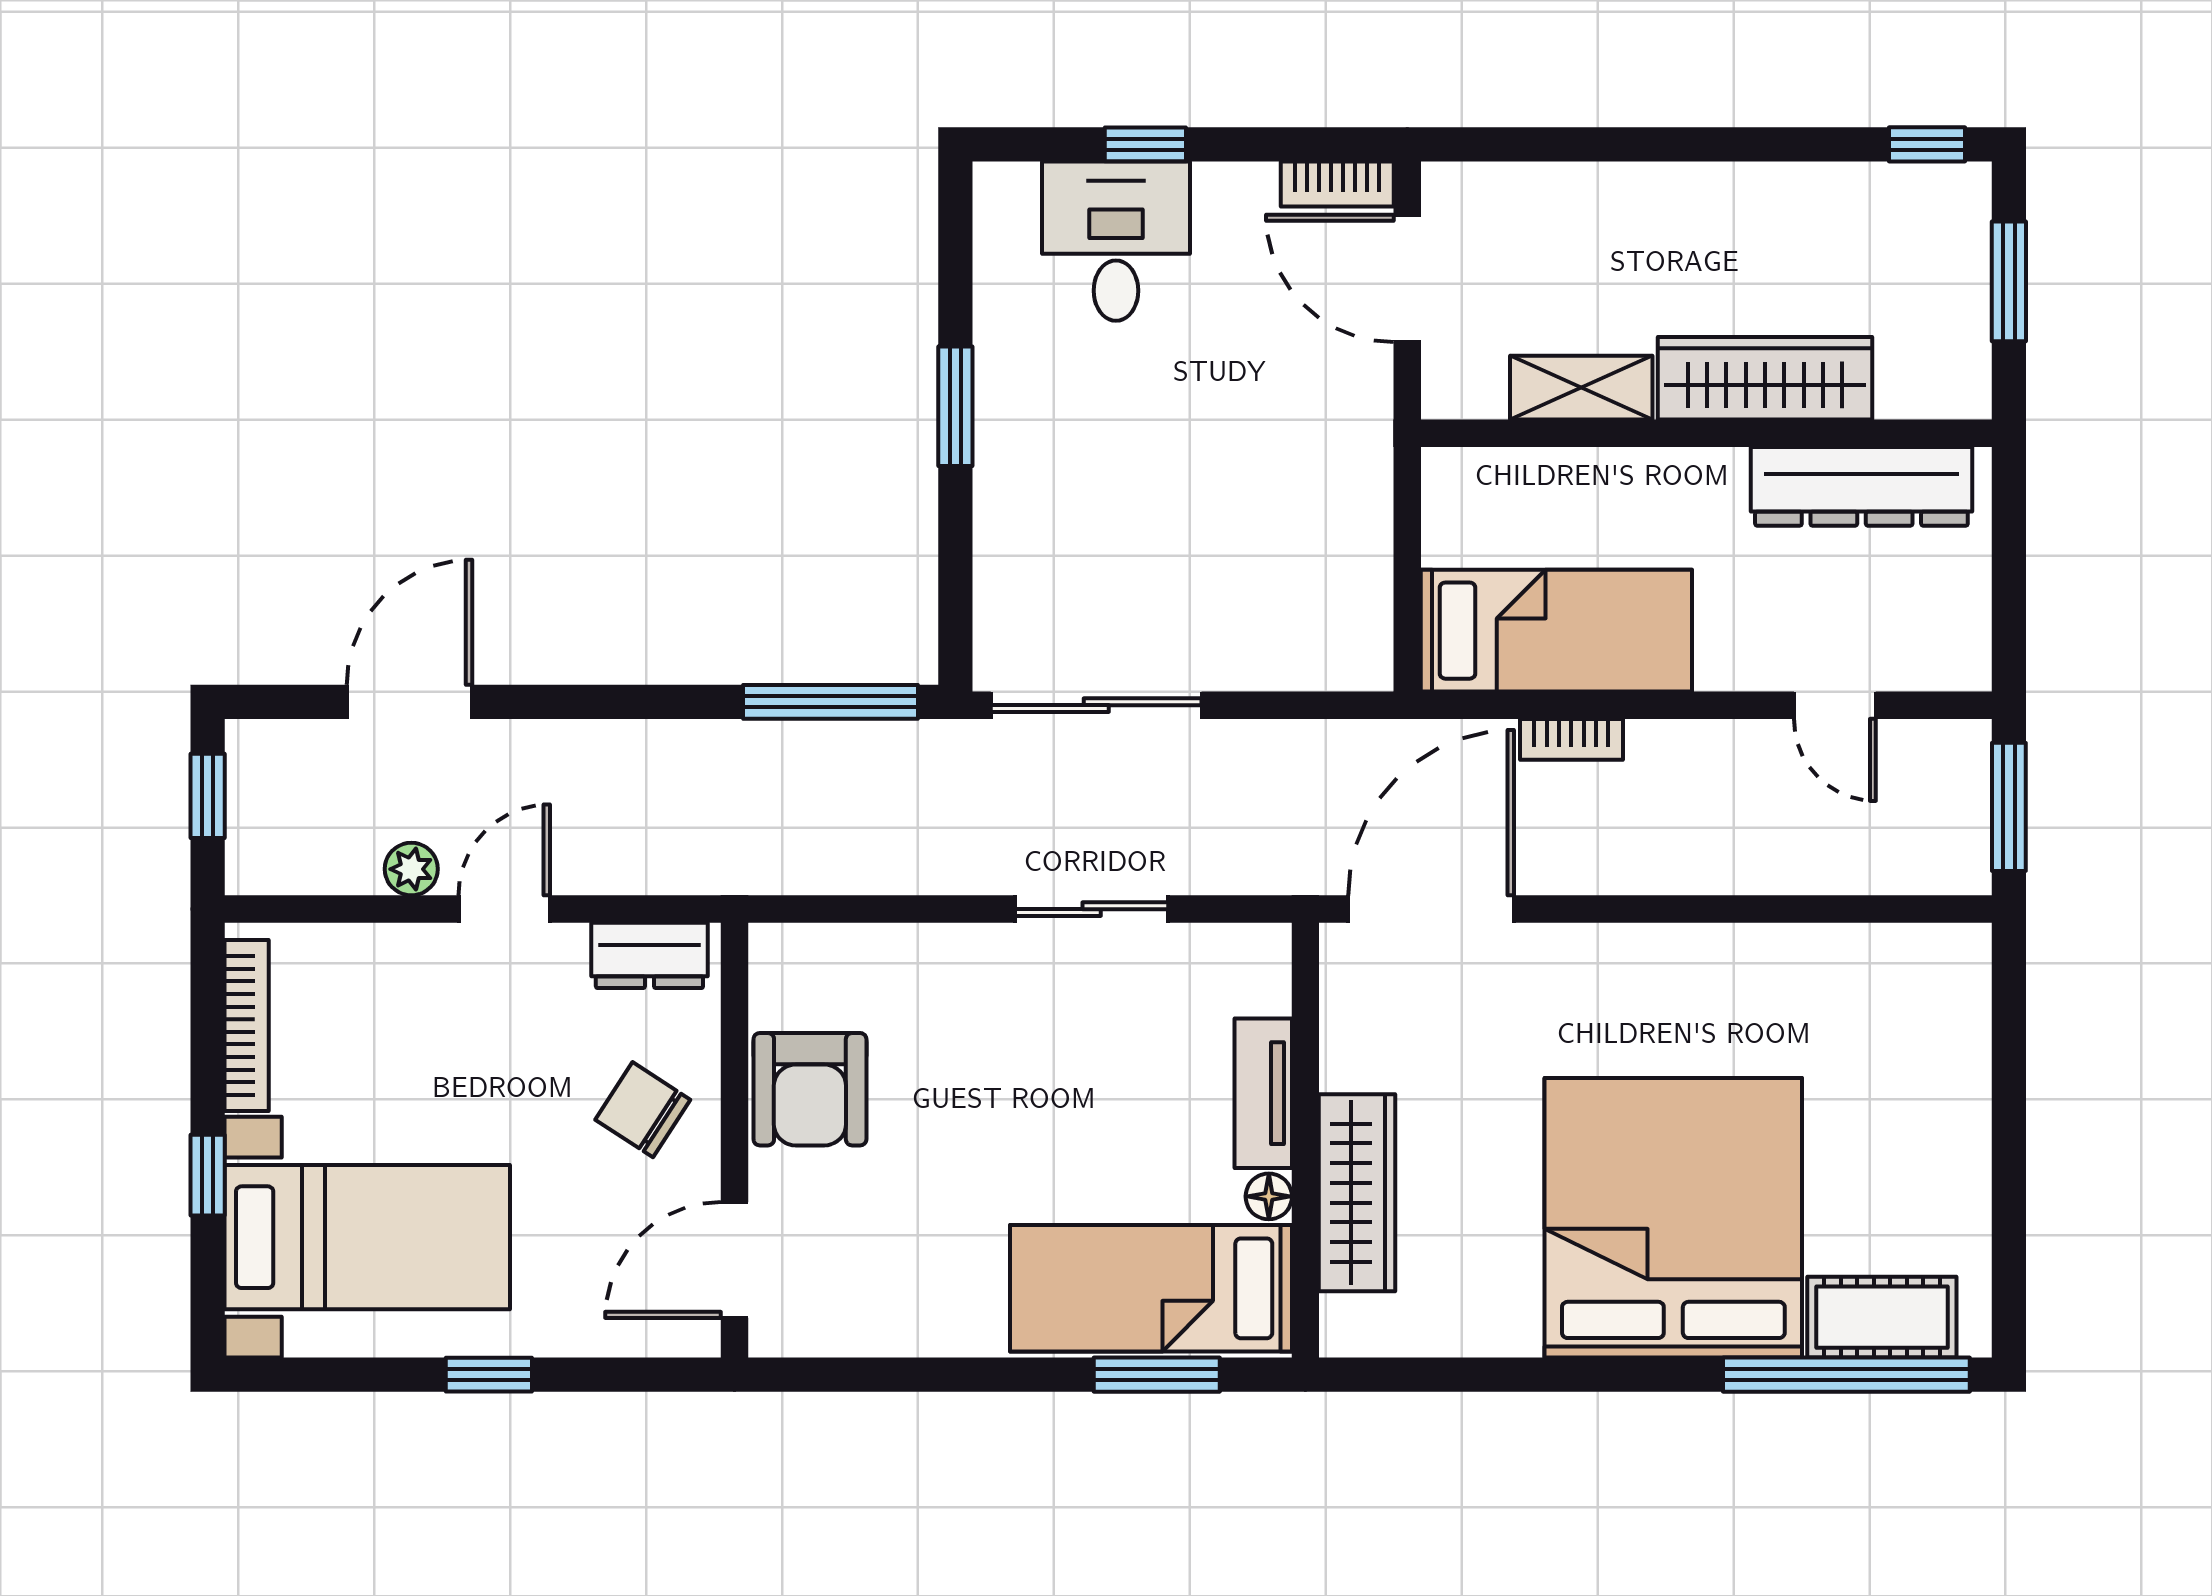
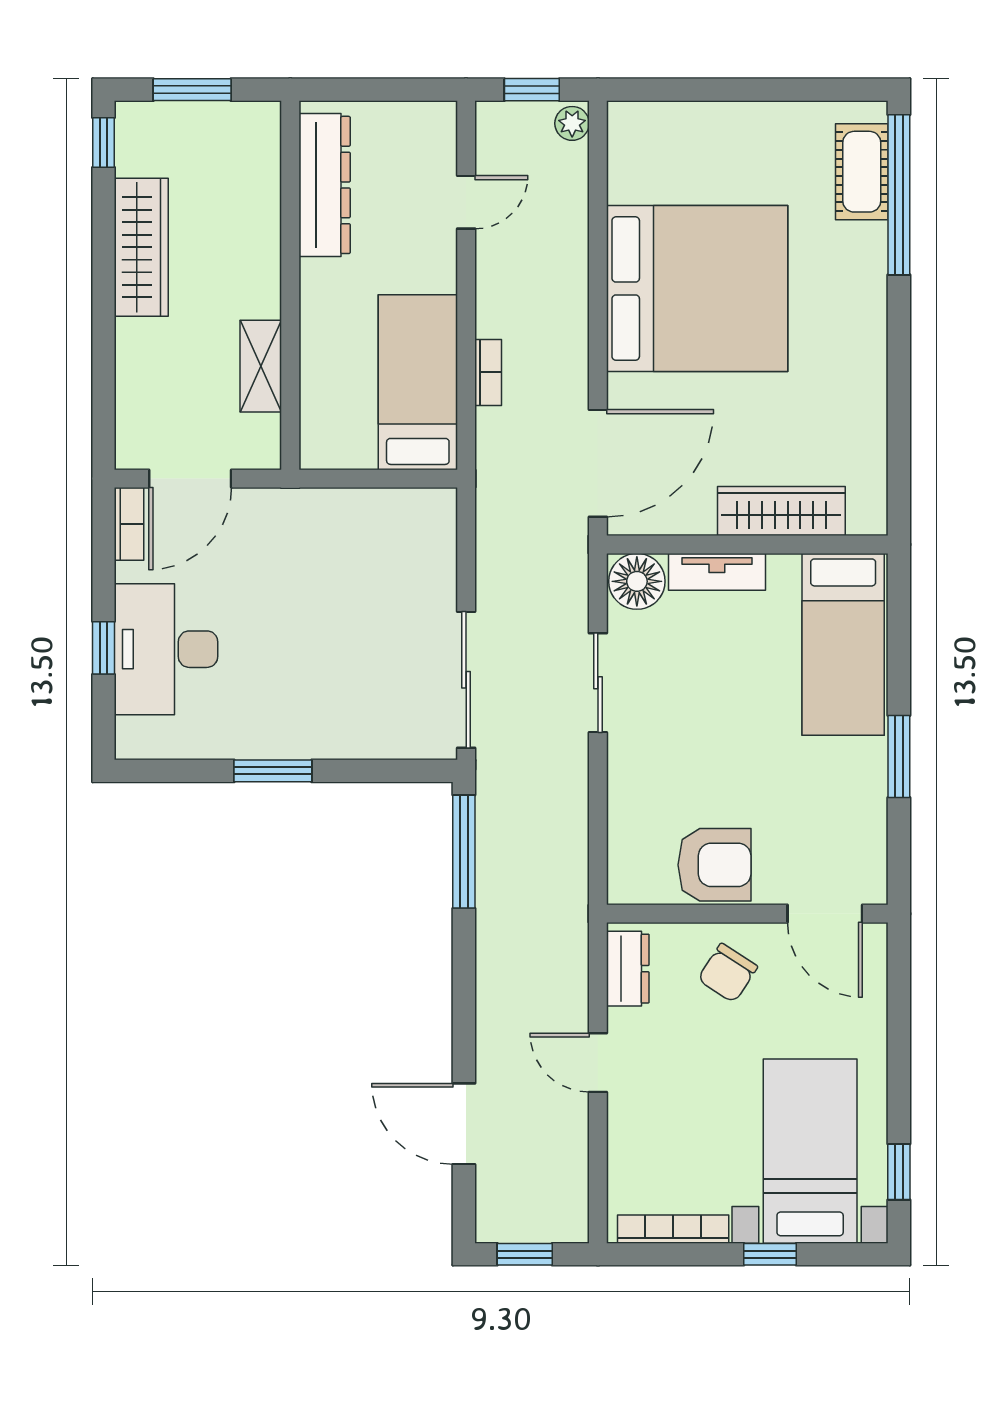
desk: (1116, 241) -> (166, 649), width x1.37
wardrobe: (1765, 378) -> (141, 247), moved, turned 180
window: (2009, 807) -> (532, 90), width x0.67
plant: (411, 869) -> (572, 123), moved
door: (1431, 909) -> (598, 463), swing flipped
floor lamp: (1269, 1196) -> (637, 581), moved, width x1.89, depth x1.89
bed: (1673, 1218) -> (697, 289), moved, turned 180
window: (489, 1375) -> (899, 1172), moved
window: (1157, 1375) -> (899, 757), moved

